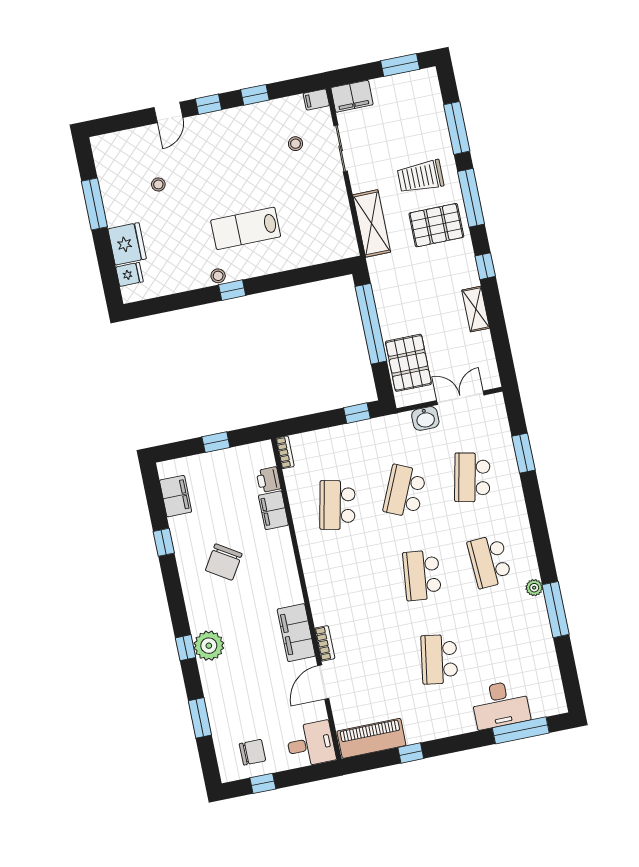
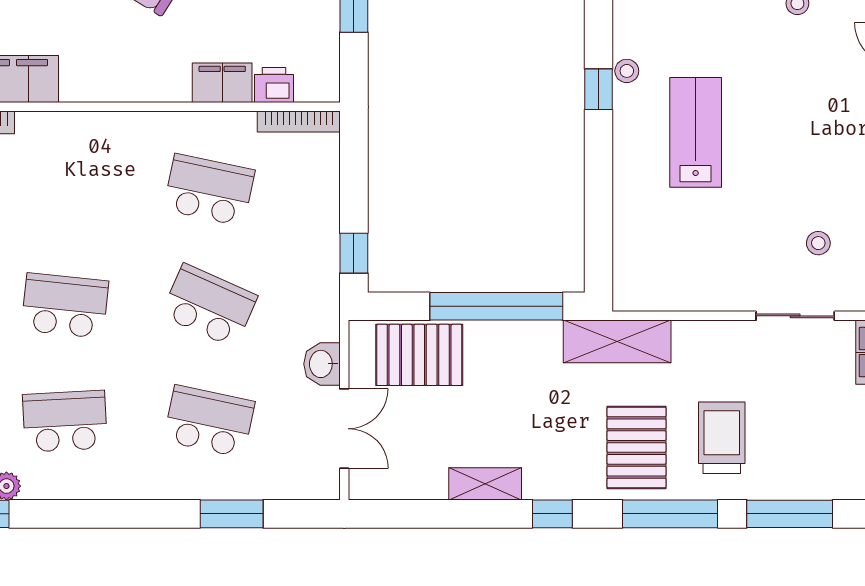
shelving: (372, 223) -> (617, 341), moved
bookcase: (285, 452) -> (299, 121), width x1.56

